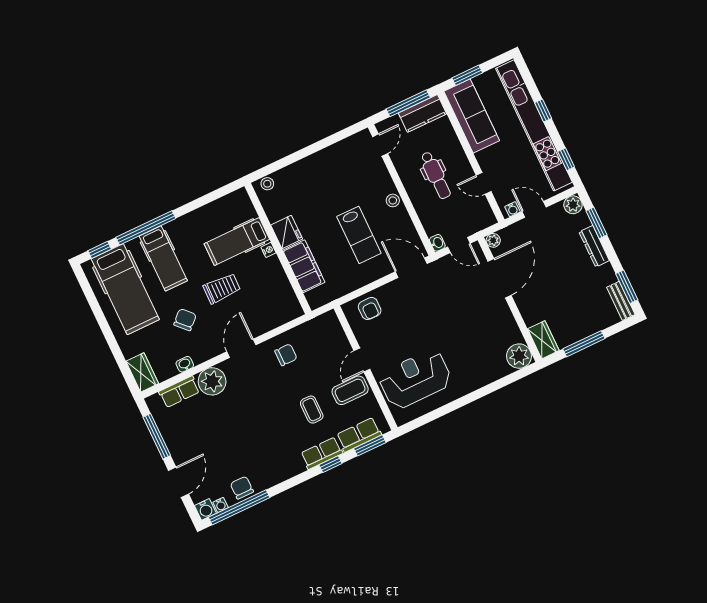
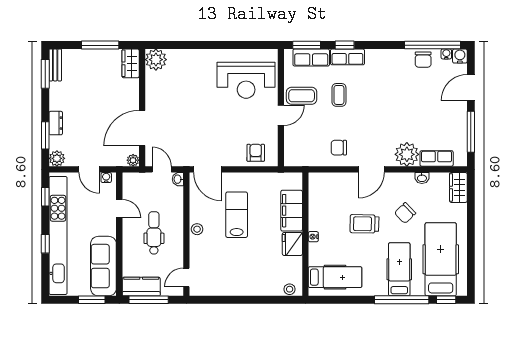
hospital bed: (237, 241) -> (335, 277), moved
dresser: (594, 246) -> (56, 123), width x0.70

